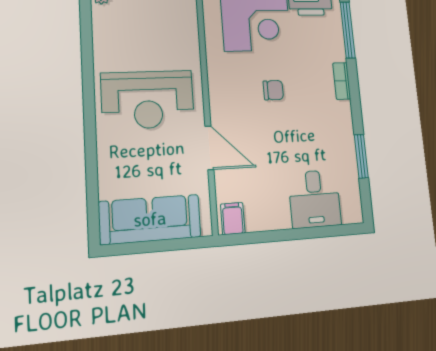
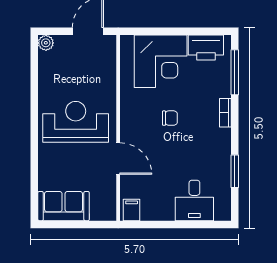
reception desk: (148, 100) -> (76, 122), turned 180
sofa: (150, 219) -> (64, 206), width x0.73

